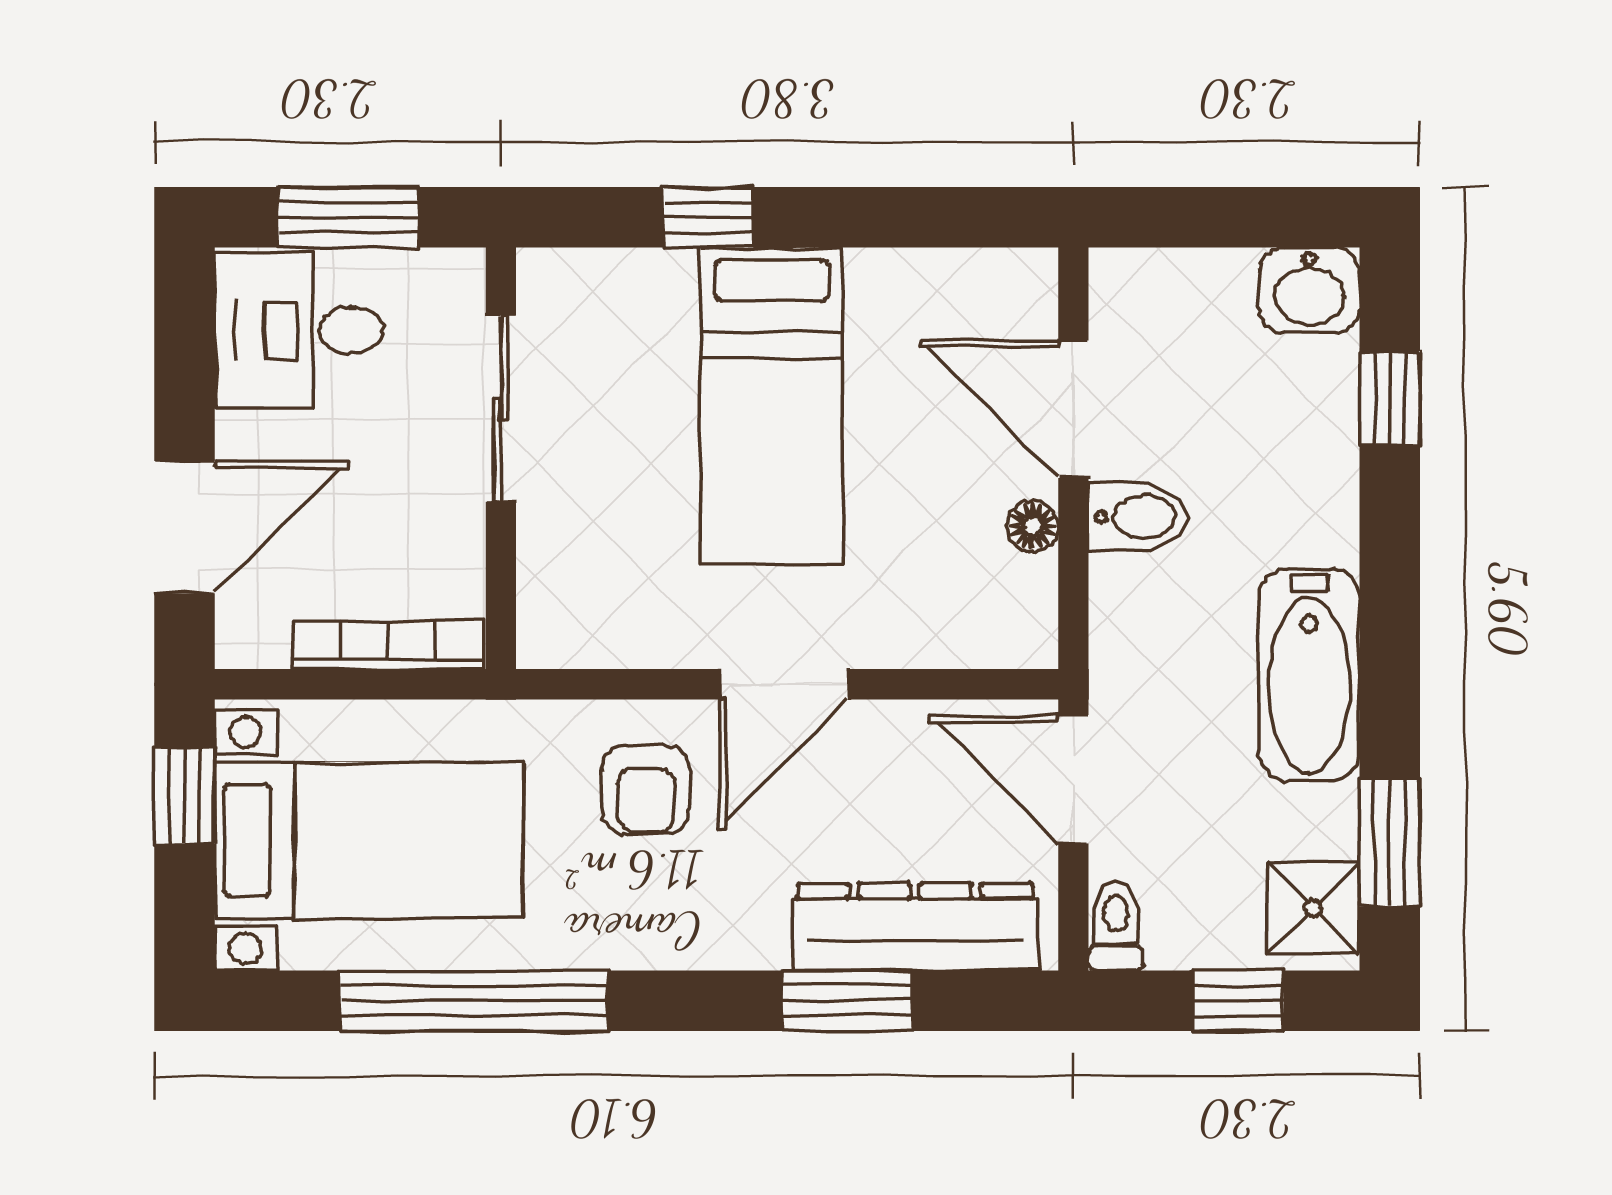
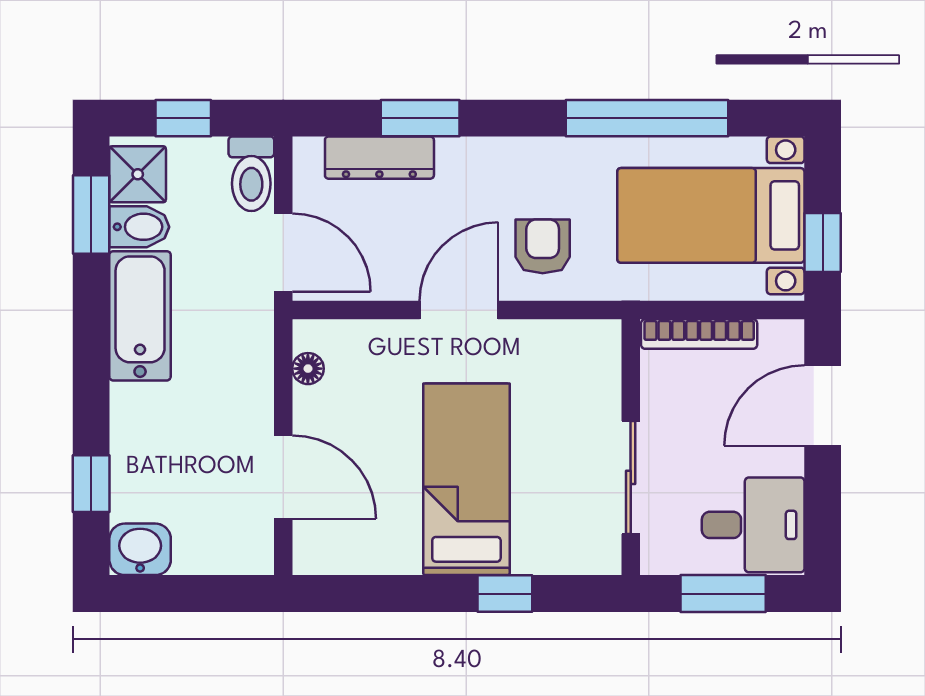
bidet: (1138, 517) -> (139, 227), moved, turned 180
floor lamp: (1033, 526) -> (308, 369), moved
toilet: (1116, 926) -> (251, 174), width x1.37, depth x1.39
dresser: (915, 927) -> (379, 158), width x0.73, depth x0.80

